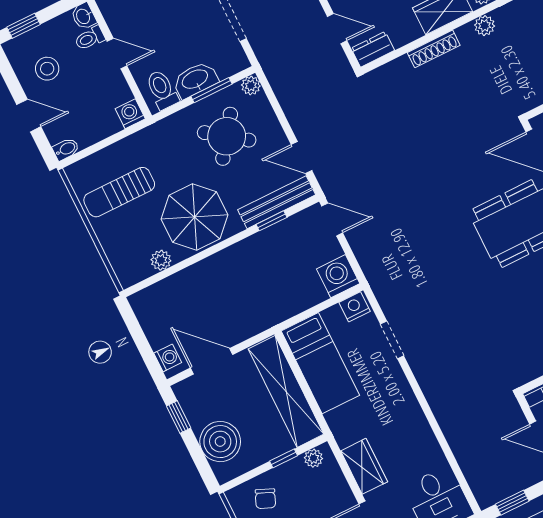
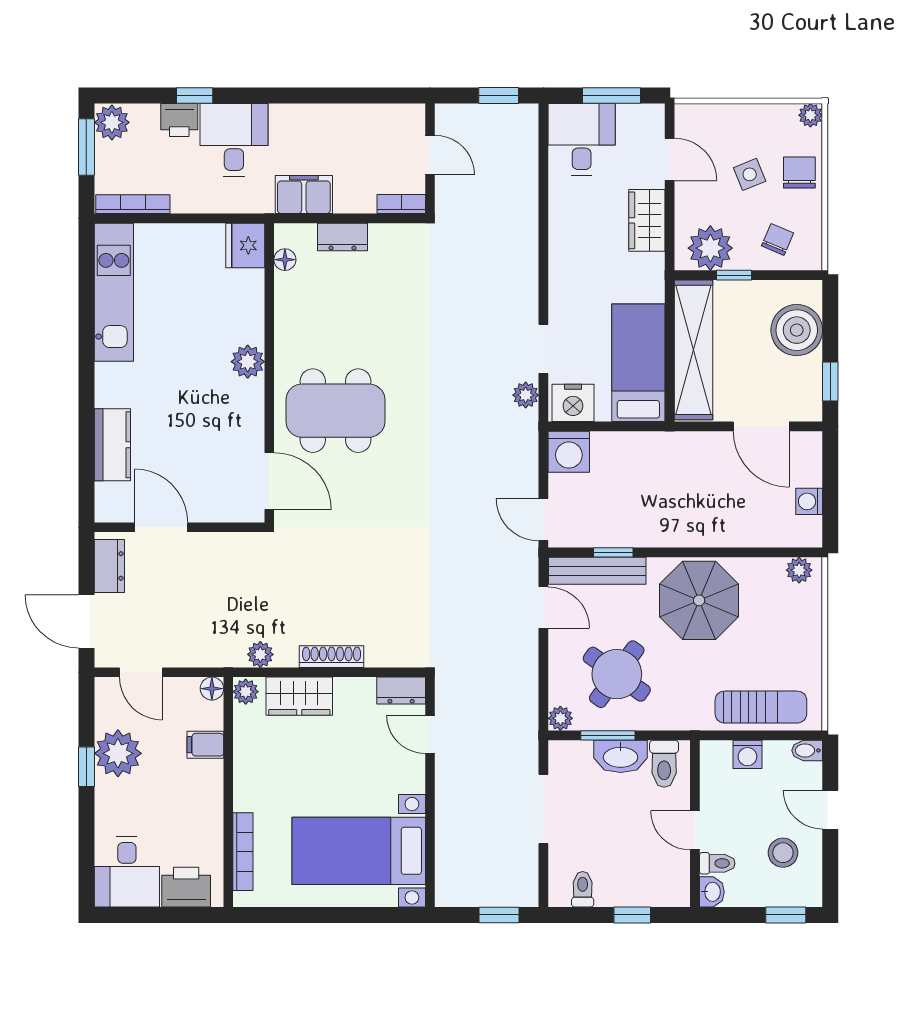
washing machine: (130, 114) -> (747, 754), moved
sun lounger: (119, 192) -> (761, 707), moved
plant: (161, 260) -> (799, 570), moved
plant: (388, 301) -> (526, 395), added
nightstand: (355, 307) -> (573, 403), width x1.36, depth x1.33
washing machine: (168, 358) -> (809, 501), moved
plant: (313, 458) -> (710, 248), width x1.88, depth x1.88

